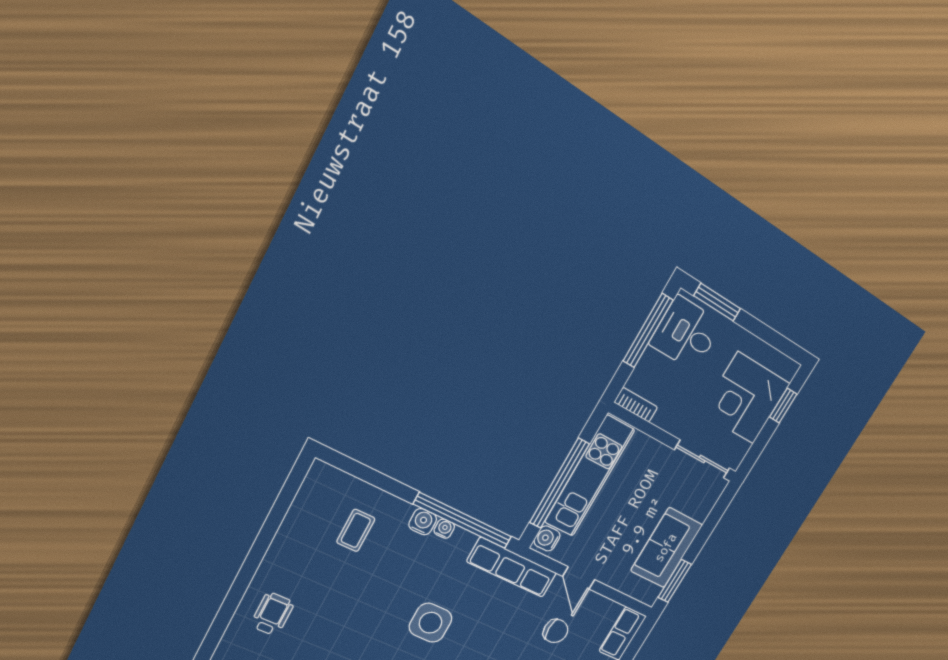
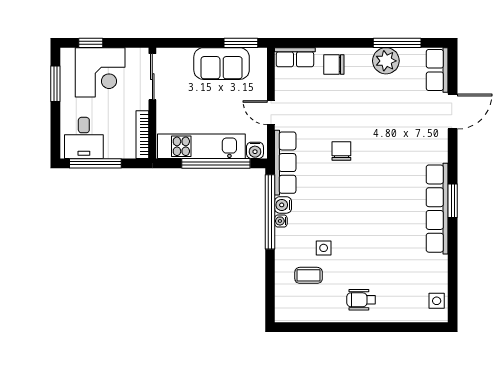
window: (717, 302) -> (55, 84), moved
bookcase: (636, 405) -> (142, 135), width x1.56
water cooler: (423, 522) -> (283, 205), moved
door: (579, 578) -> (271, 113), swing flipped
wheelchair: (272, 614) -> (361, 300), moved
side table: (430, 623) -> (324, 248), moved, width x0.54, depth x0.54
chair: (556, 631) -> (341, 151), moved

